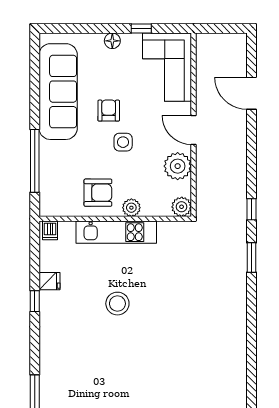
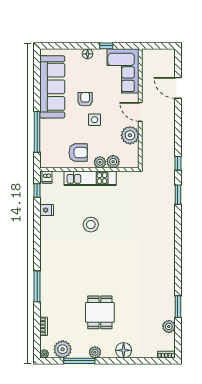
plant: (182, 207) -> (113, 162), moved
window: (35, 301) -> (37, 191), moved

